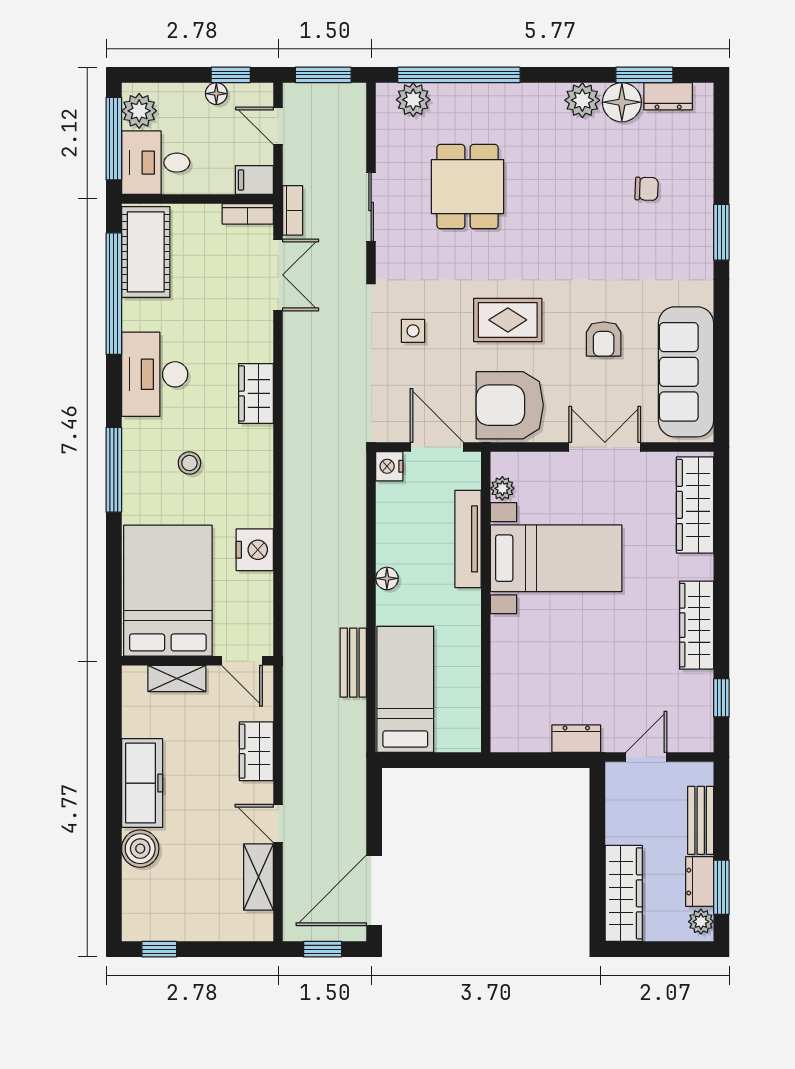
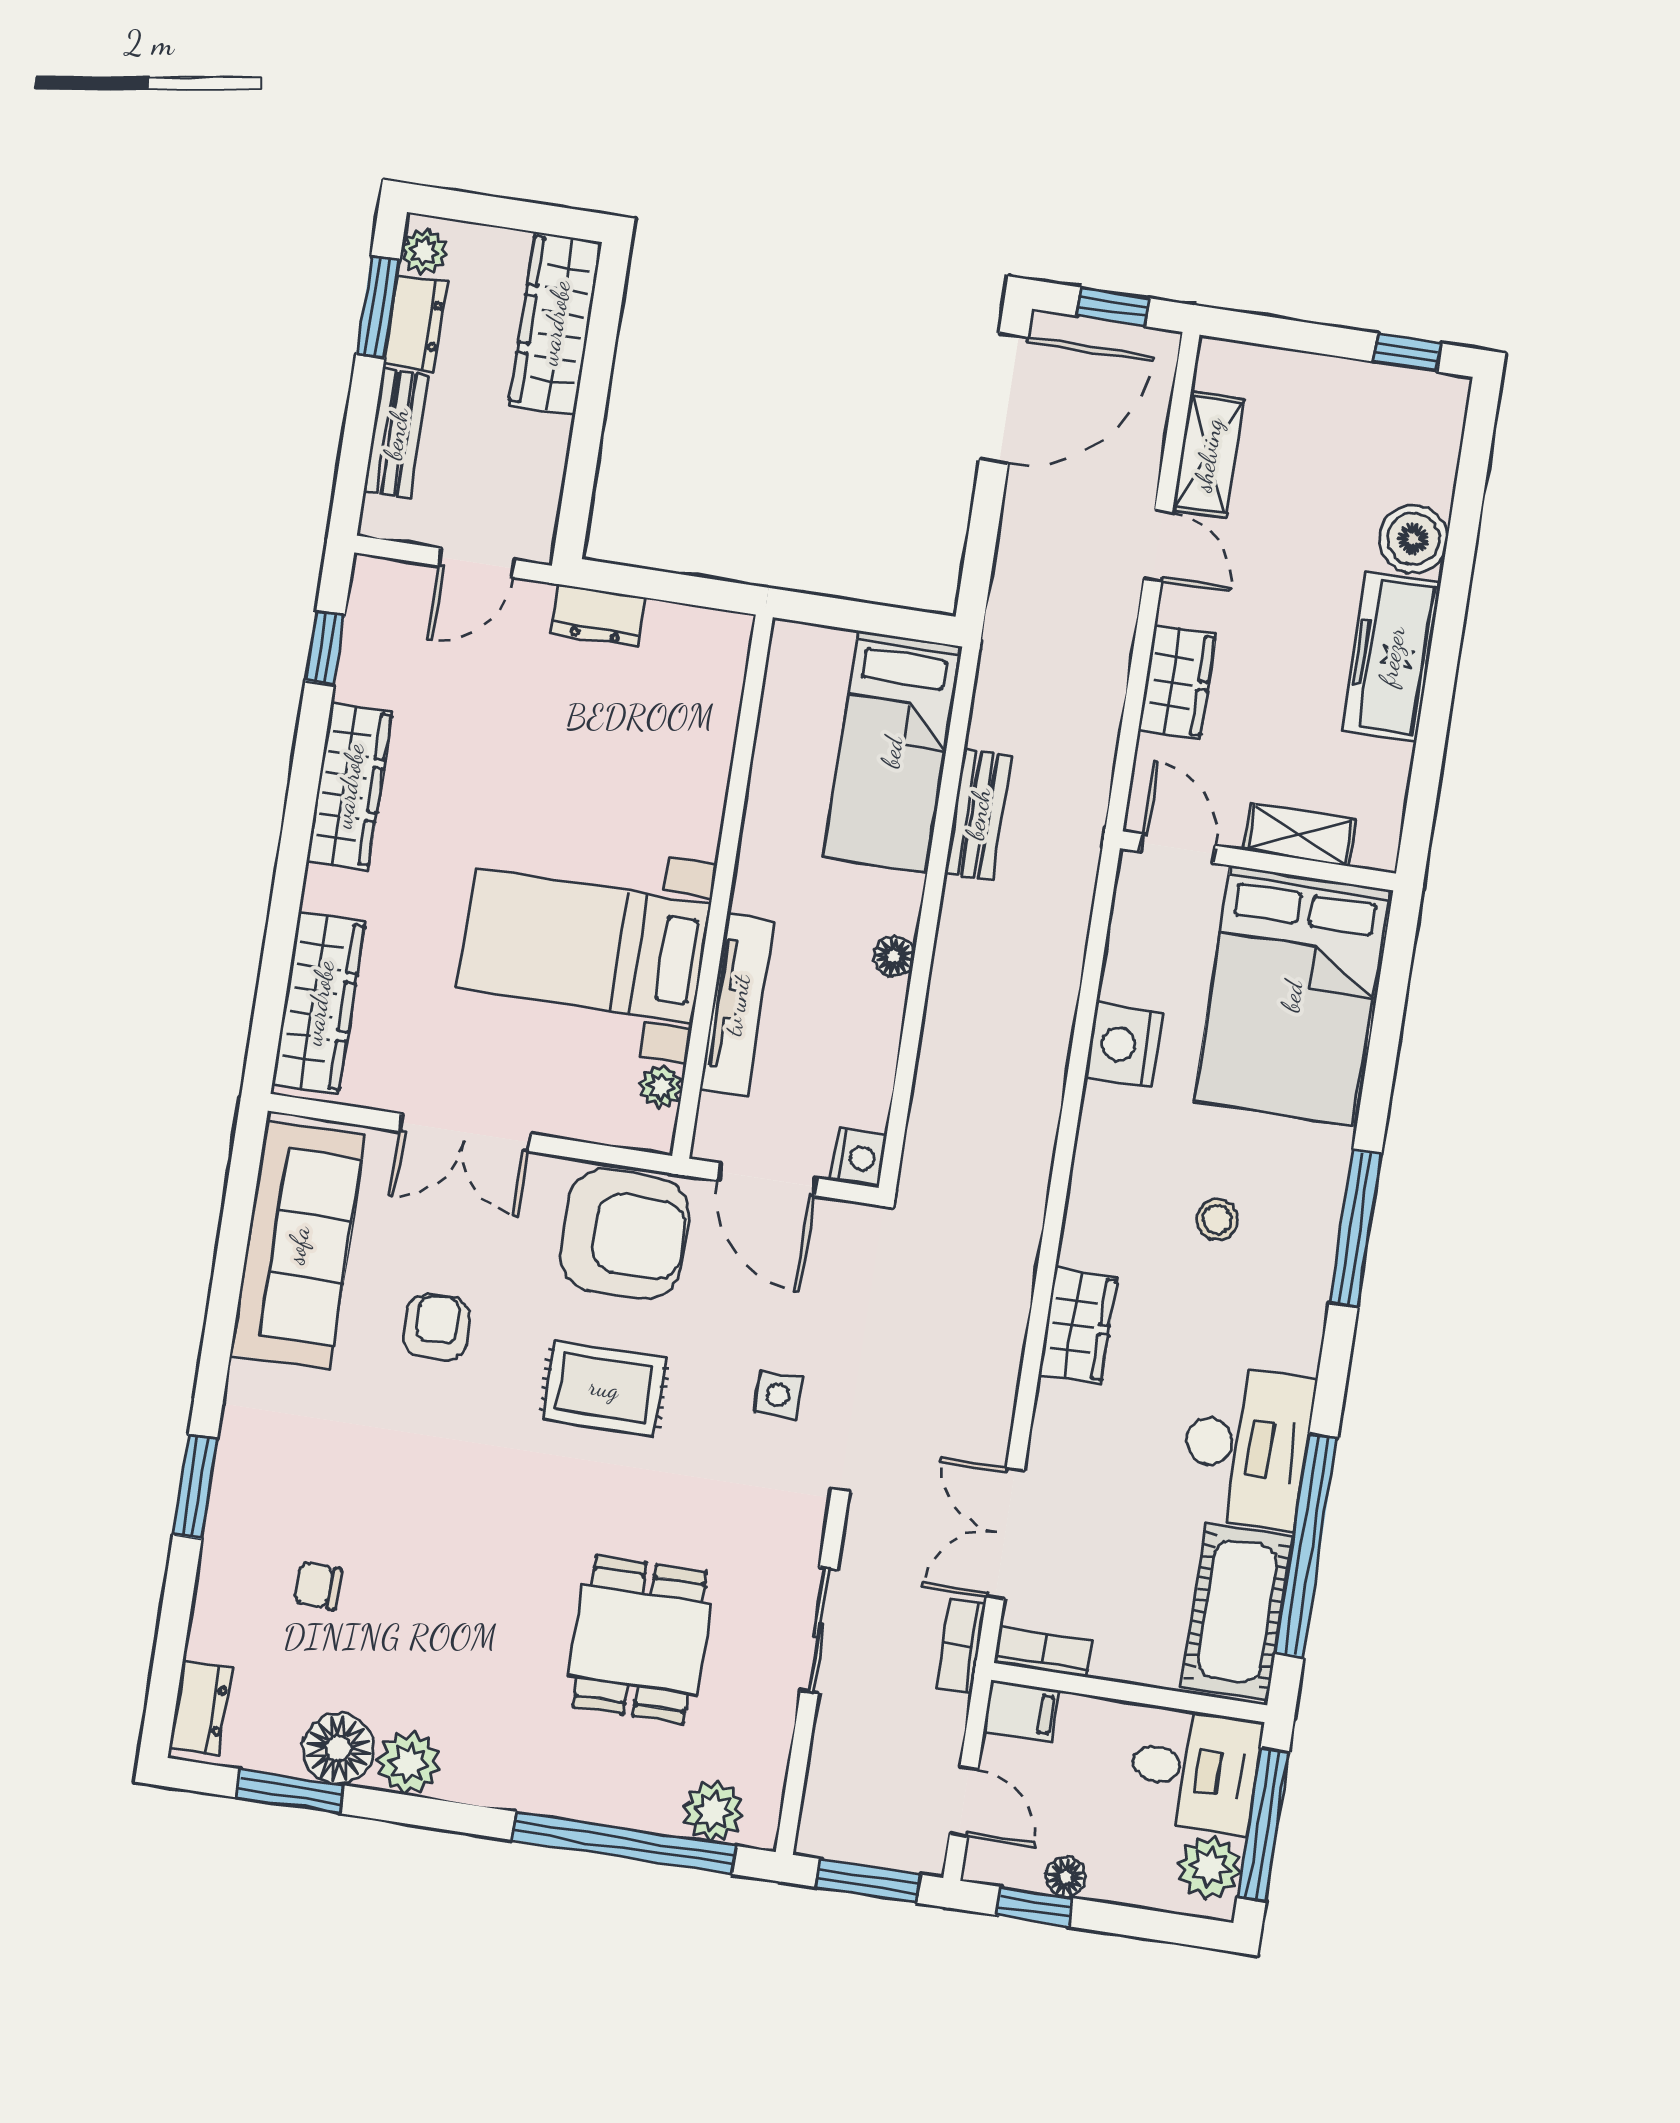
dresser: (668, 96) -> (200, 1708), moved, turned 90
desk: (155, 374) -> (1246, 1447), moved

